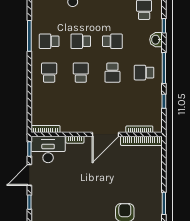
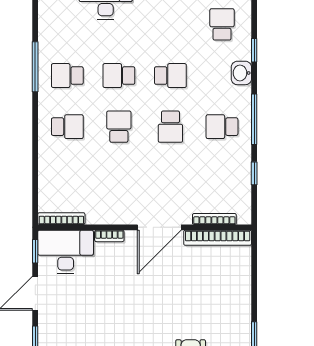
school desk: (49, 73) -> (67, 127), turned 90

